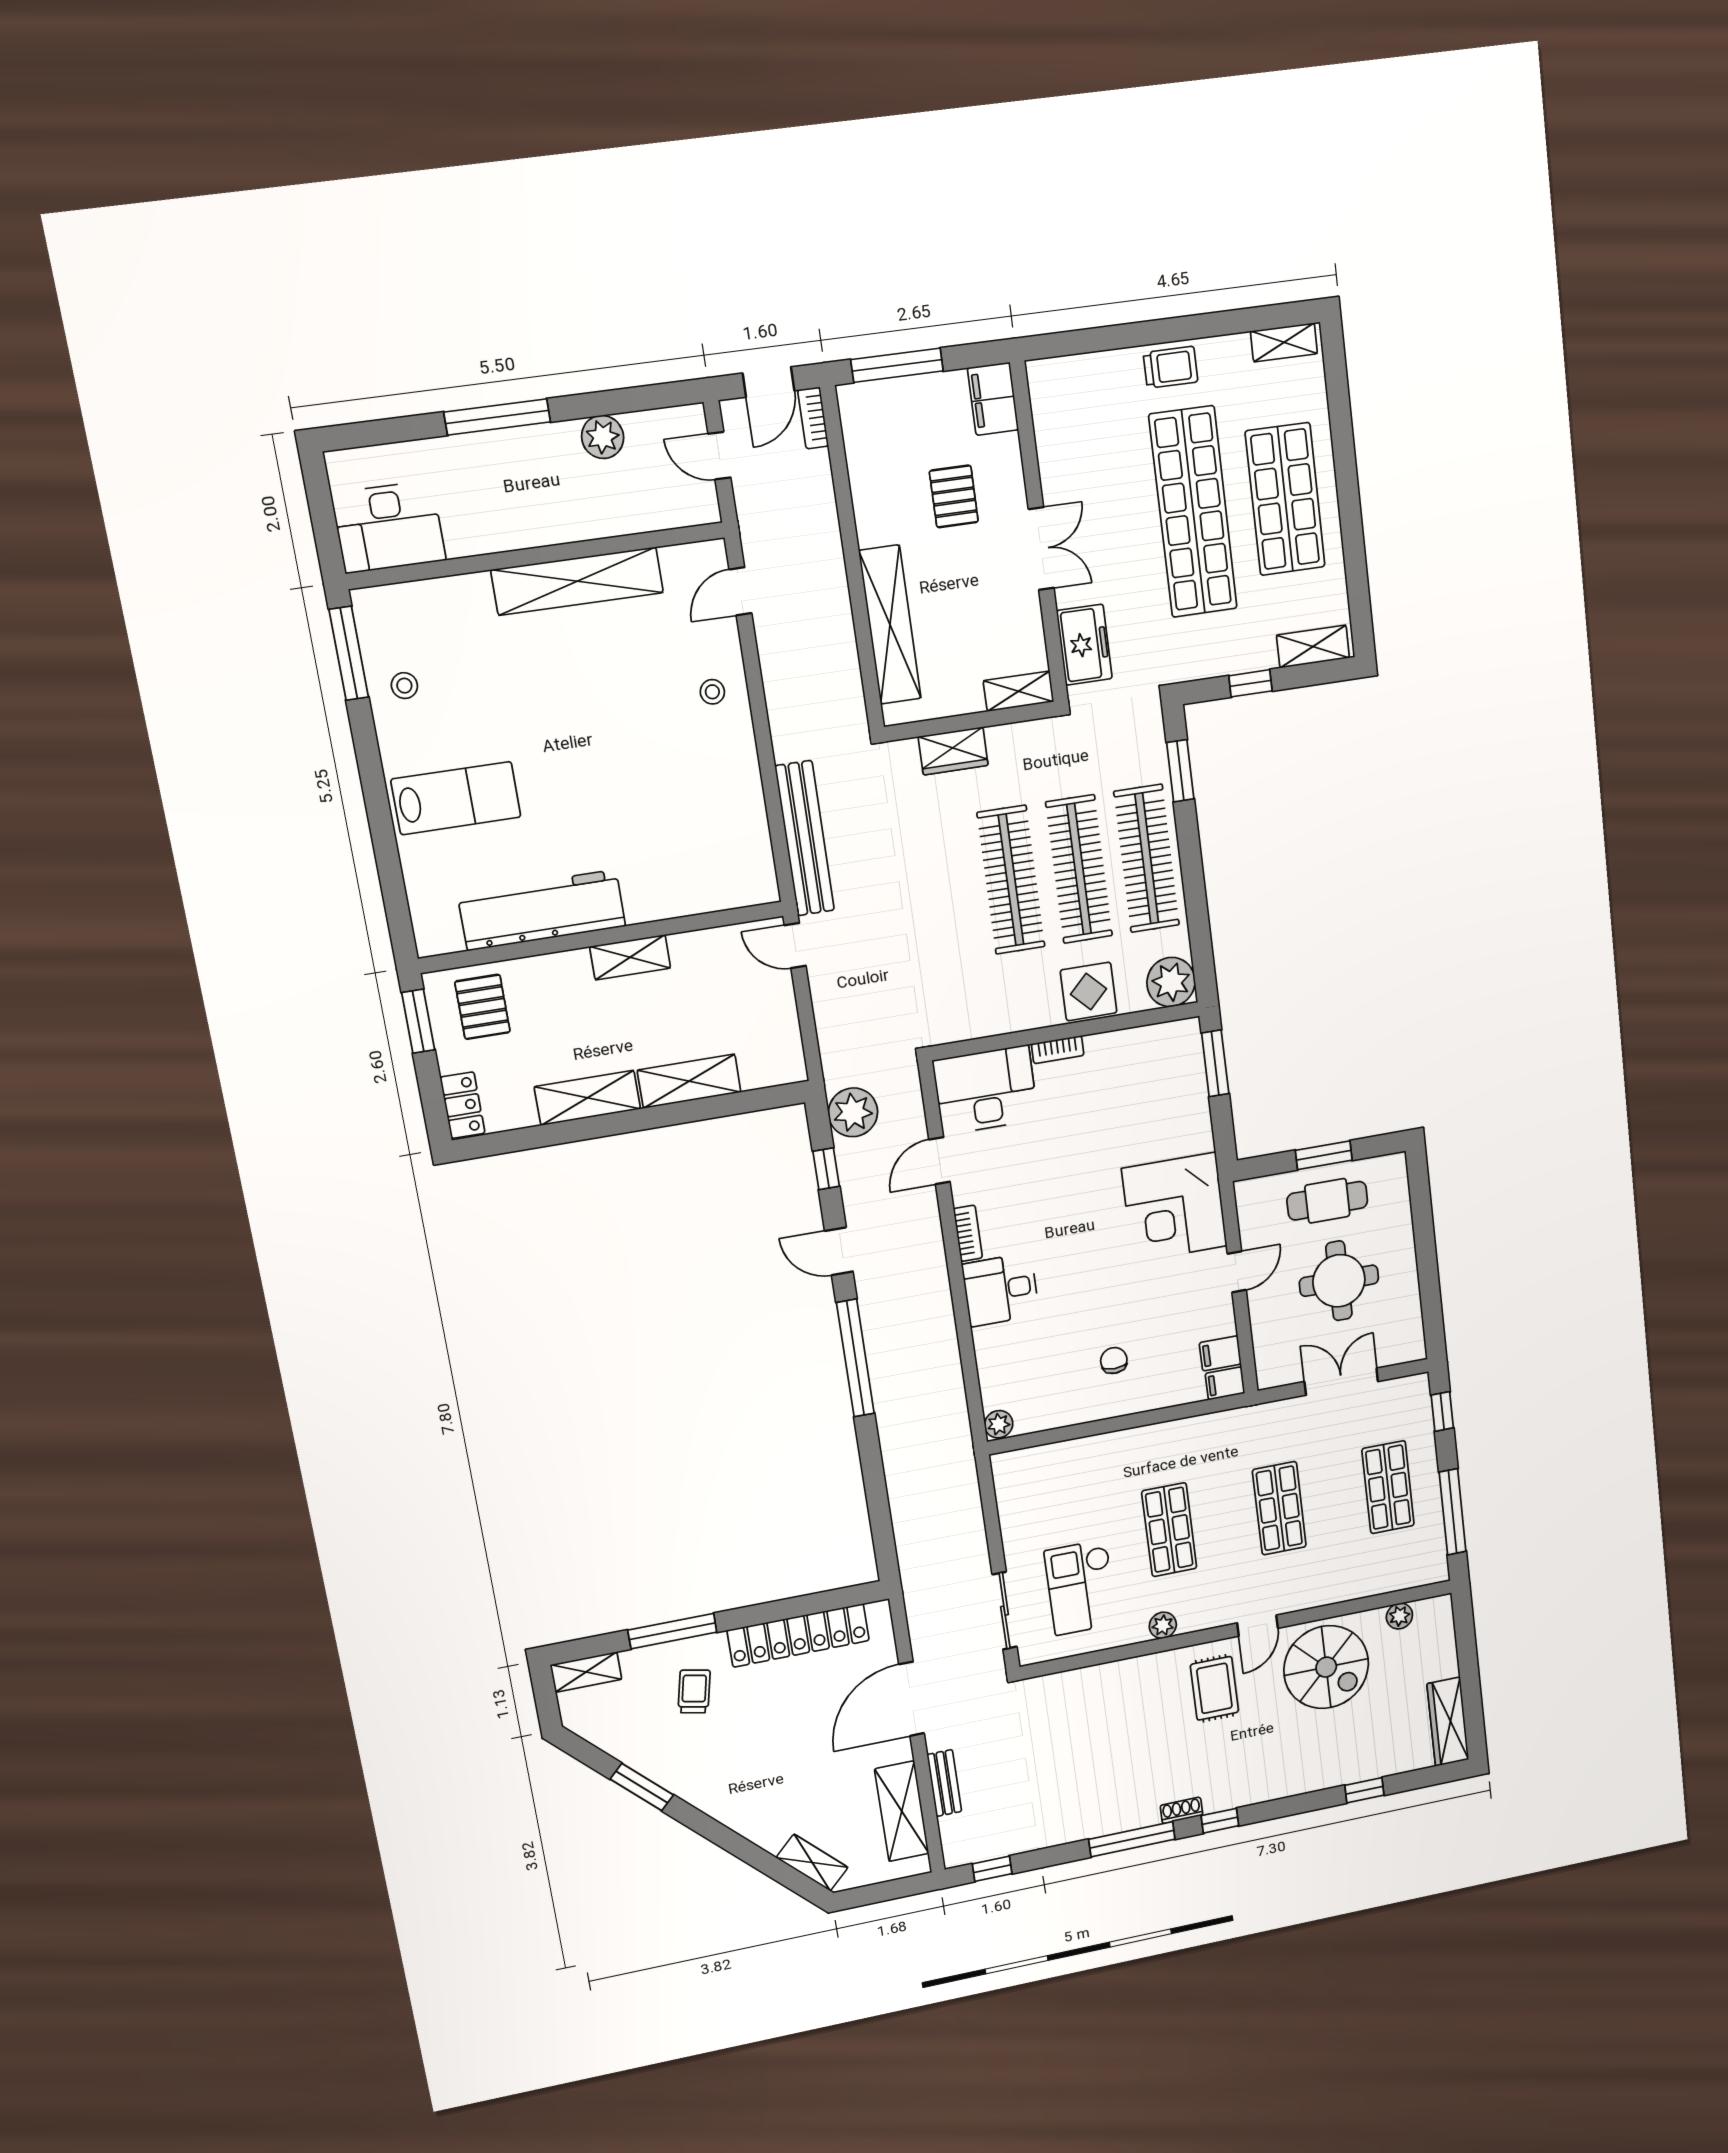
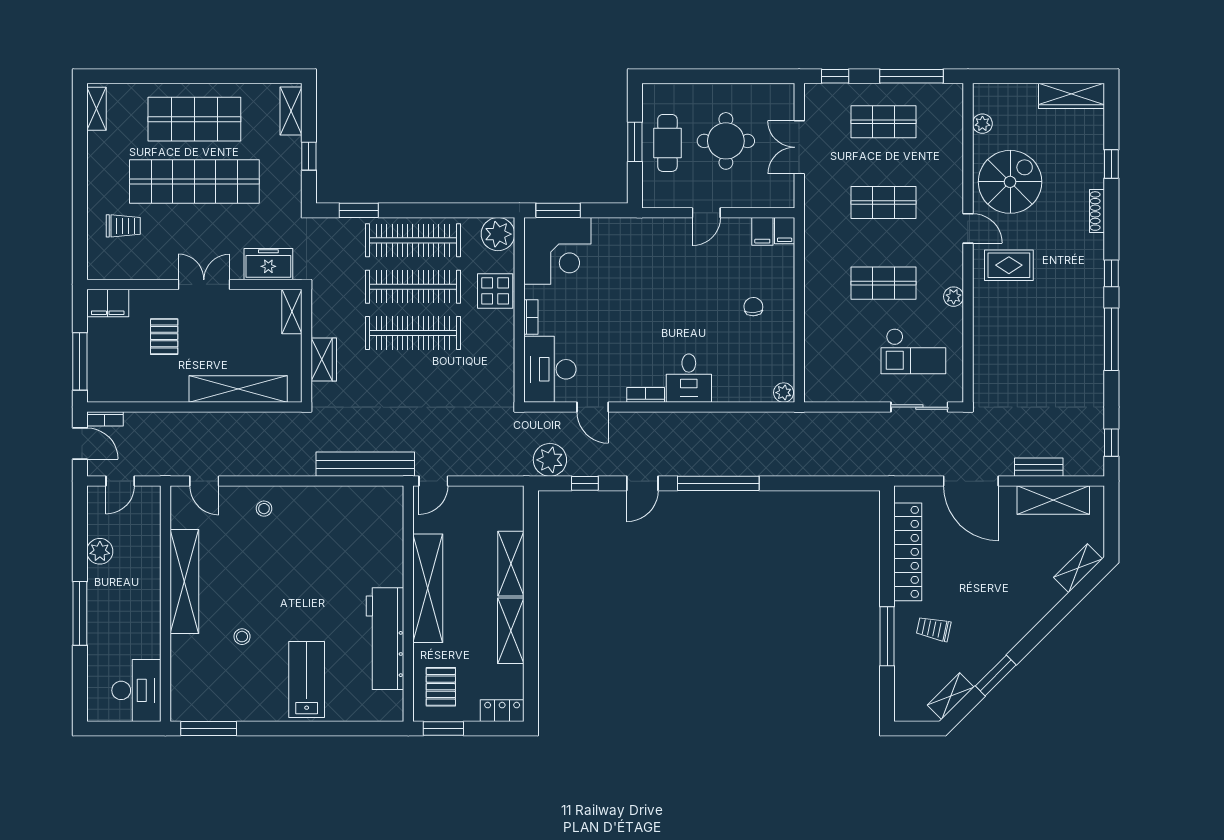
trolley: (1171, 367) -> (123, 226), moved, turned 90
pallet: (954, 496) -> (164, 337), turned 90
stool: (404, 686) -> (242, 637), moved
shelving: (630, 957) -> (428, 588), width x2.20, depth x1.33
pallet: (482, 1007) -> (441, 687), turned 90
corner desk: (1174, 1207) -> (557, 251), moved
door: (1237, 1272) -> (706, 213), swing flipped
chair: (1114, 1361) -> (753, 307), turned 87
shelving: (586, 1672) -> (951, 696), moved, turned 45
shoe rack: (1181, 1810) -> (1097, 211), moved, width x1.43

